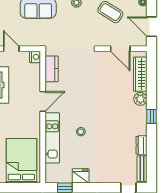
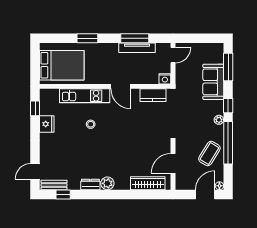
door: (152, 27) -> (205, 194), moved
plant: (140, 99) -> (107, 183), moved
window: (152, 116) -> (63, 194), moved
dresser: (142, 145) -> (90, 184), moved

